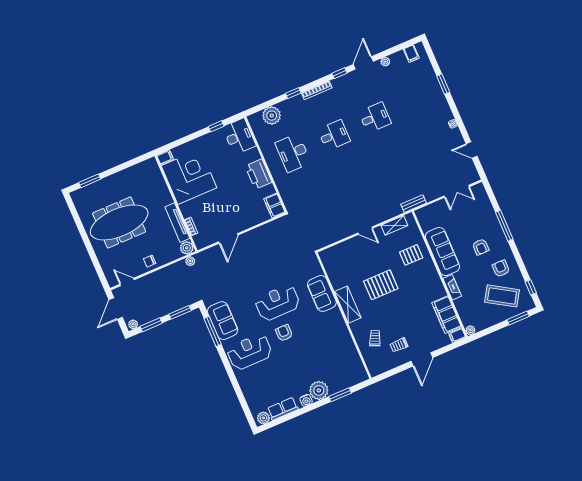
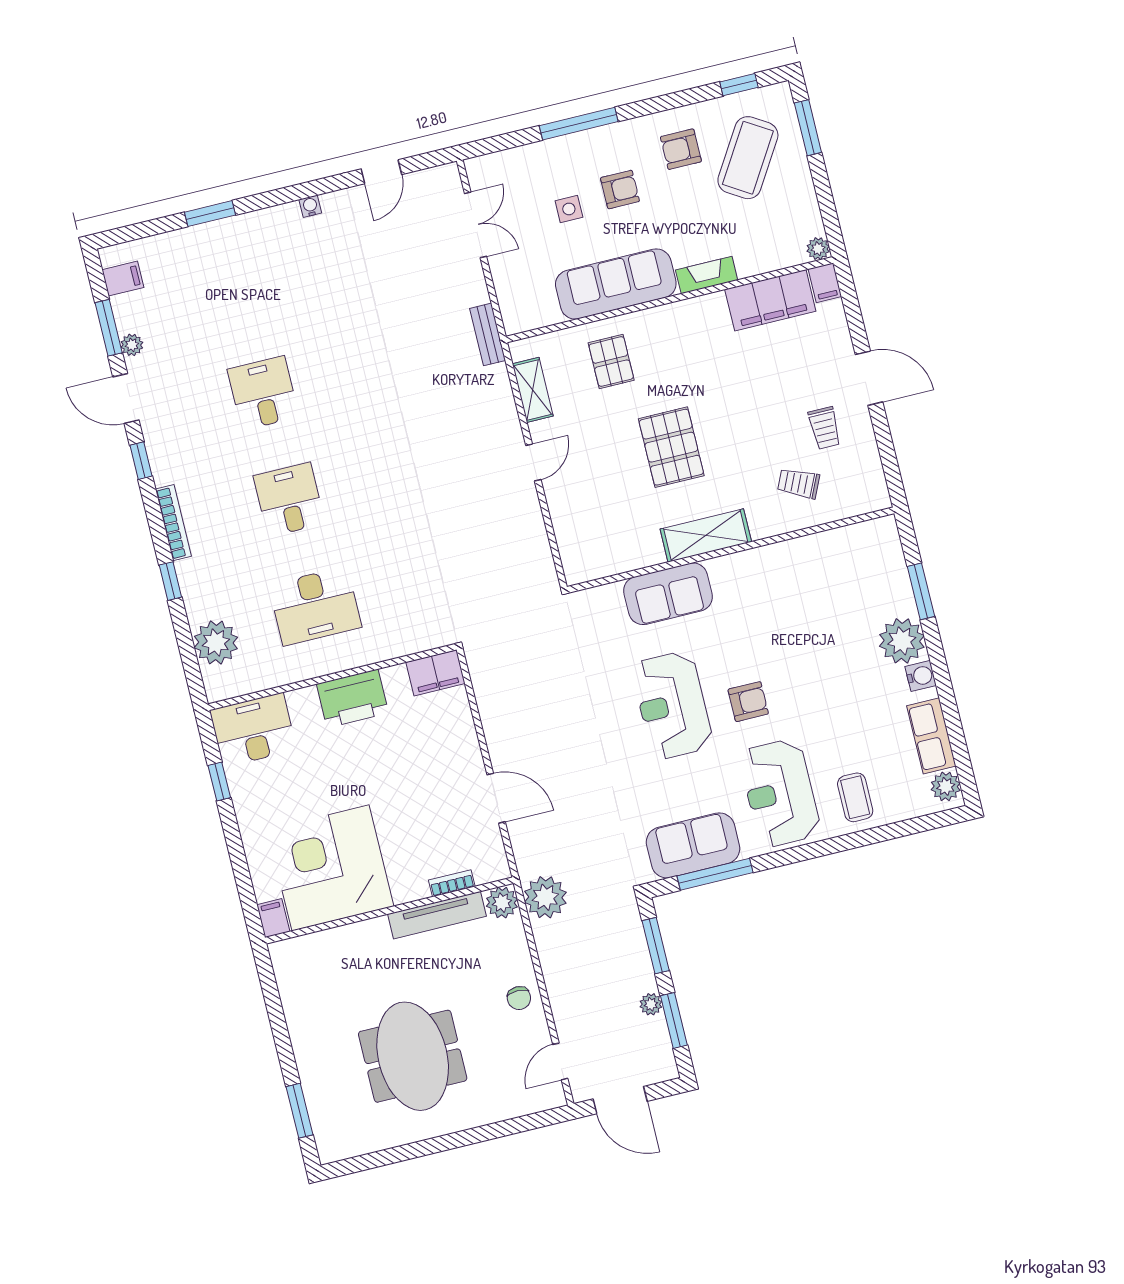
window: (391, 51) -> (109, 328), added
meeting table: (119, 222) -> (413, 1056), width x0.73
side table: (469, 228) -> (569, 209), added
plant: (190, 261) -> (545, 897), width x1.88, depth x1.88
plant: (133, 324) -> (651, 1004), moved
armchair: (284, 333) -> (748, 702), turned 180
coffee table: (253, 382) -> (855, 797), added

